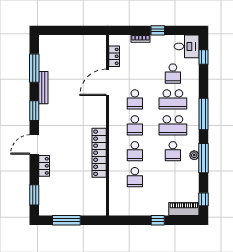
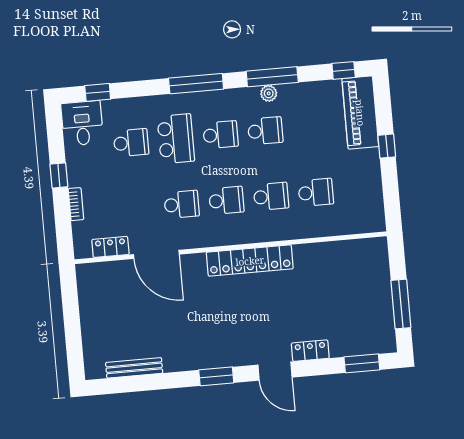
window: (34, 68) -> (143, 383), removed
bench: (43, 88) -> (134, 368), moved
school desk: (173, 125) -> (220, 135), width x0.54
locker: (99, 153) -> (250, 261), moved
piano: (184, 209) -> (360, 113), width x1.37, depth x1.33

